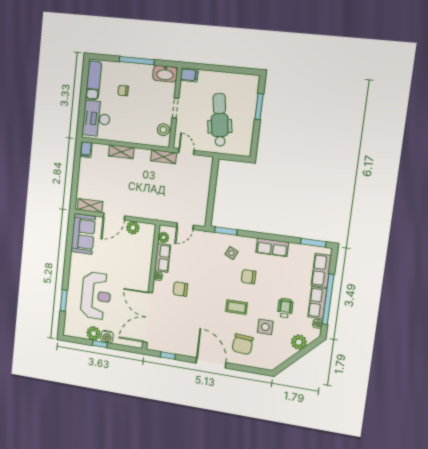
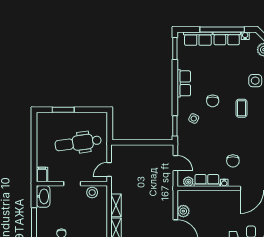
shelving: (164, 157) -> (116, 205), moved
wheelchair: (285, 308) -> (236, 65), removed

